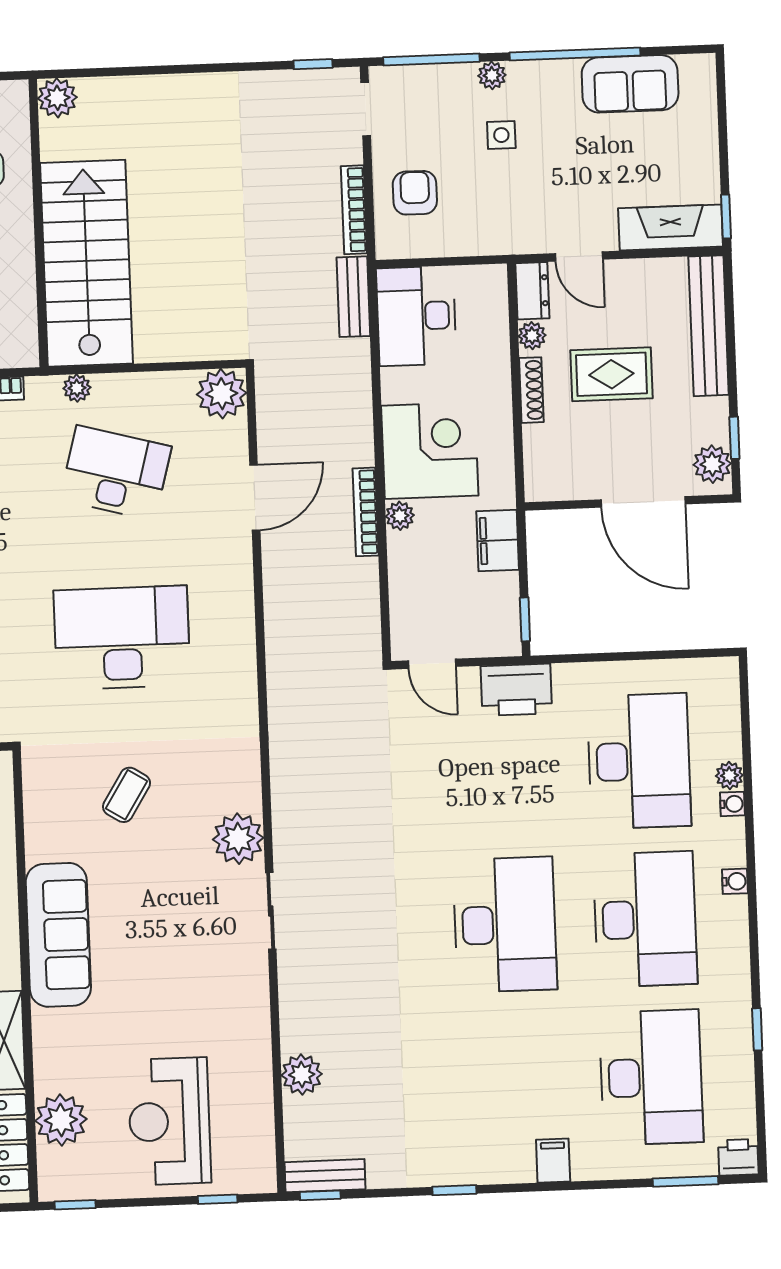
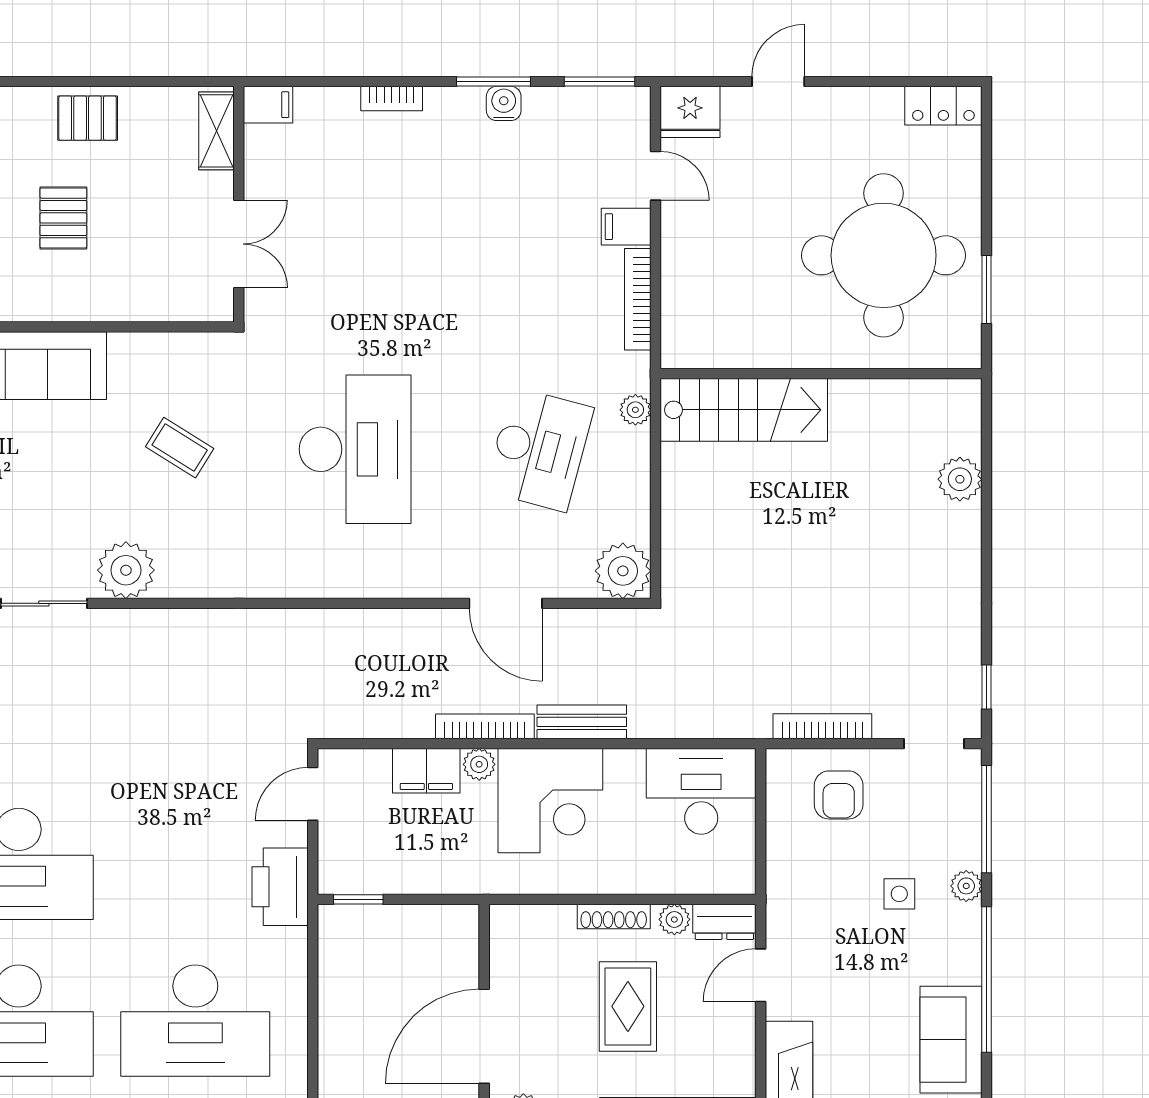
plant: (57, 98) -> (960, 479), moved
armchair: (415, 193) -> (839, 795), turned 90
stairs: (87, 263) -> (744, 410), width x0.73, depth x0.66
bench: (353, 297) -> (582, 722), moved
filing cabinet: (498, 540) -> (426, 771), moved, turned 180

